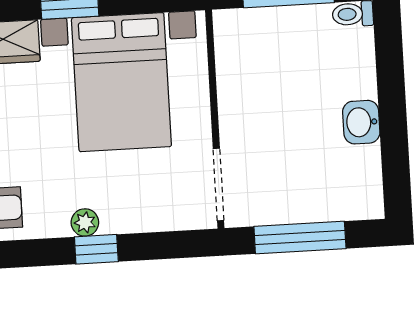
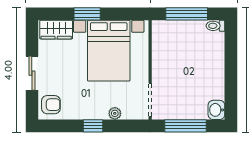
washbasin: (361, 122) -> (216, 110), moved
plant: (85, 222) -> (115, 113), moved

